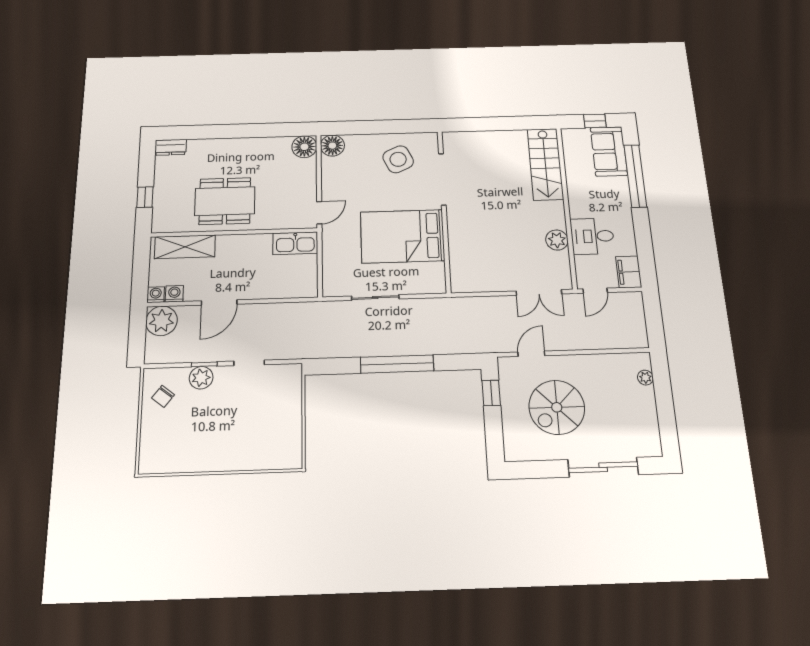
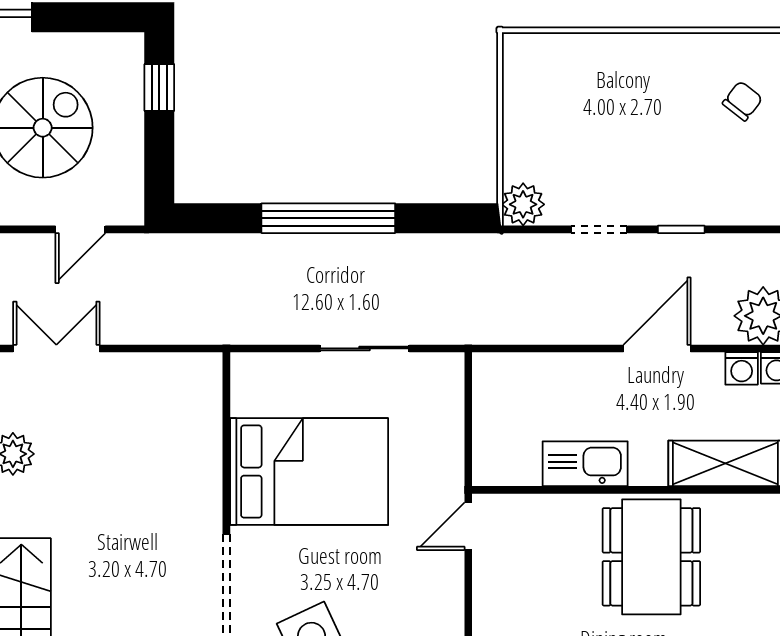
dining table: (225, 201) -> (651, 557), turned 90
kitchen sink: (295, 243) -> (585, 464), moved
plant: (201, 378) -> (523, 204), moved
window: (491, 393) -> (159, 87), moved
chair: (163, 396) -> (742, 101), moved

